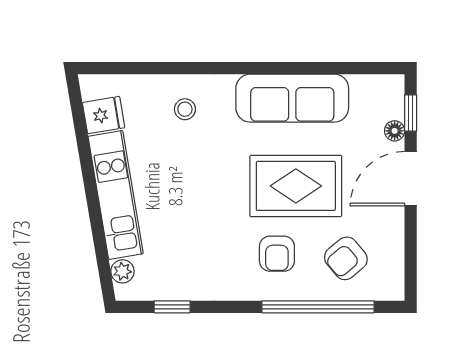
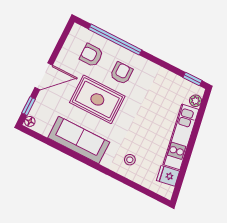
floor lamp: (395, 131) -> (30, 121), moved
armchair: (346, 258) -> (91, 55), turned -140
window: (172, 307) -> (193, 79), moved

